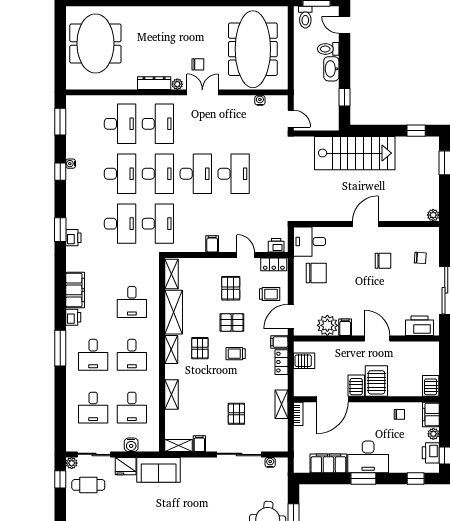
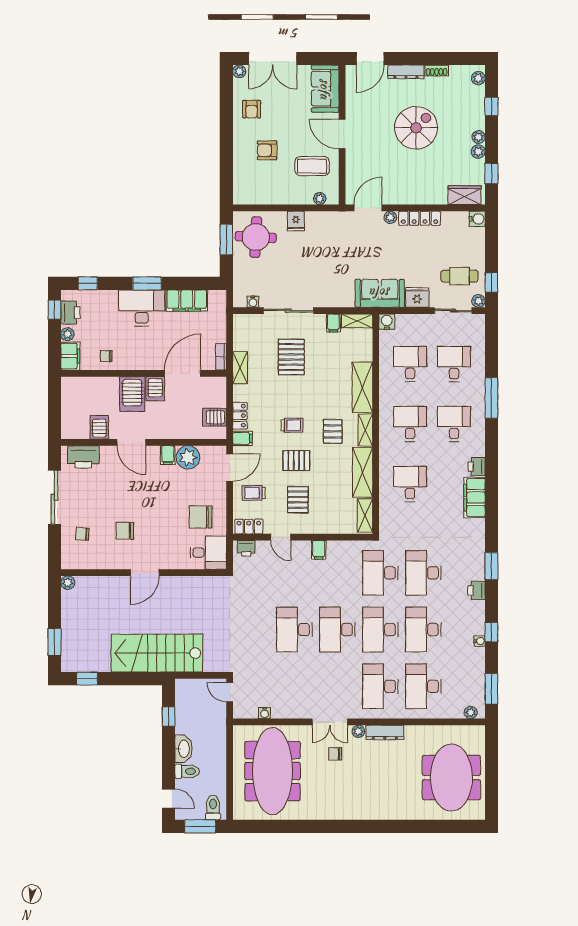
plant: (78, 101) -> (471, 712), added
printer: (73, 238) -> (477, 591), moved
window: (60, 348) -> (491, 398), moved
server rack: (431, 386) -> (99, 427), moved, turned 180
shelving: (172, 394) -> (362, 387), width x1.50, depth x1.33
pallet: (236, 414) -> (291, 357), width x1.50, depth x1.42
water cooler: (131, 445) -> (387, 322), moved

